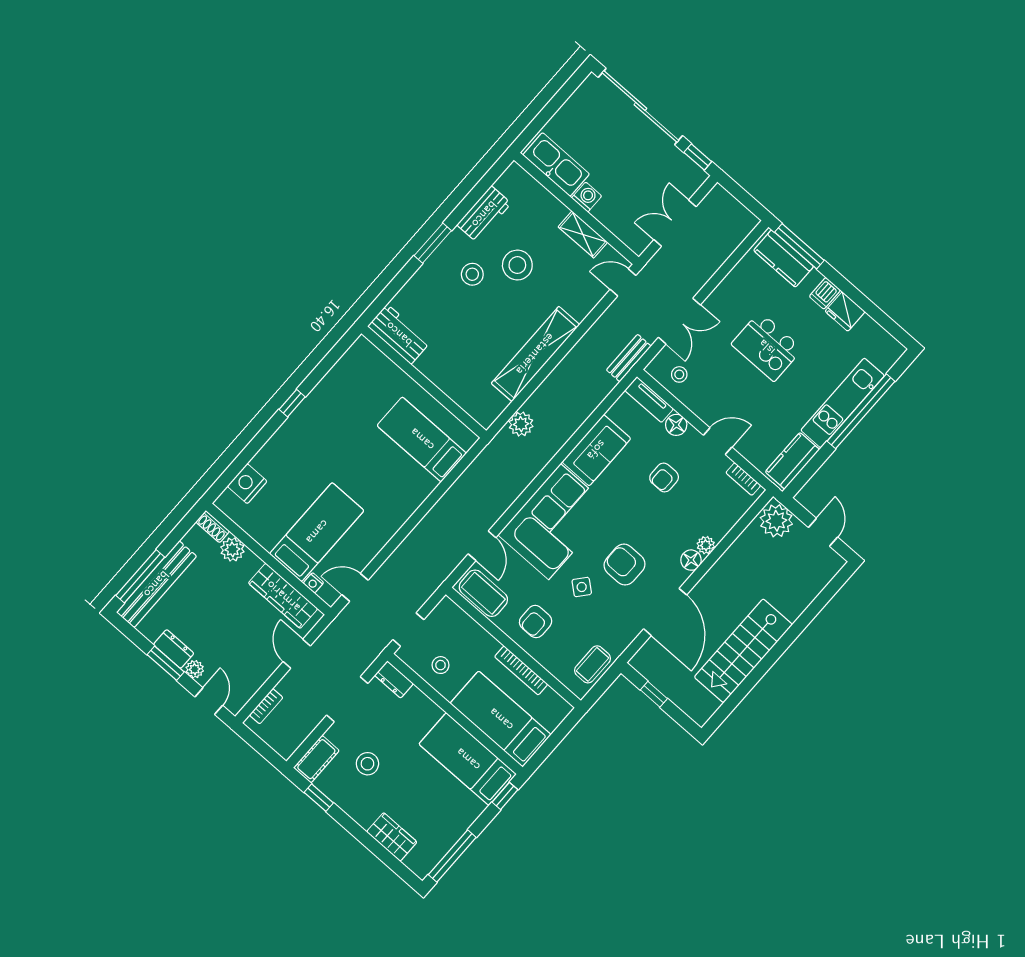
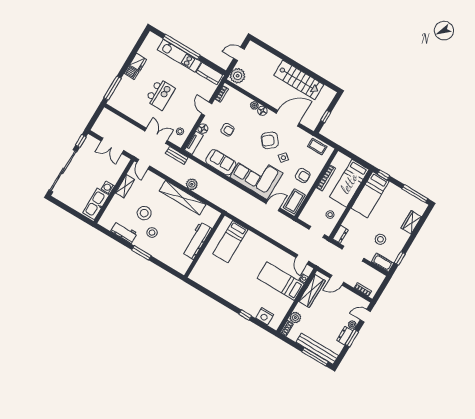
kitchen counter: (784, 258) -> (119, 94), removed
workbench: (399, 334) -> (197, 241), moved, width x1.38
window: (292, 403) -> (245, 315), moved
plant: (521, 424) -> (192, 184), moved
armchair: (625, 565) -> (270, 140), turned 51

